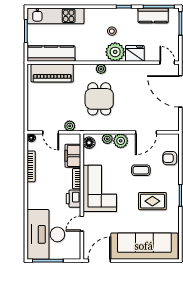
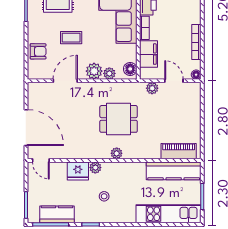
plant: (115, 52) -> (95, 168), width x0.53, depth x0.53
piano: (52, 73) -> (179, 151), width x0.73, depth x0.75
dining table: (99, 99) -> (119, 119), turned 90

